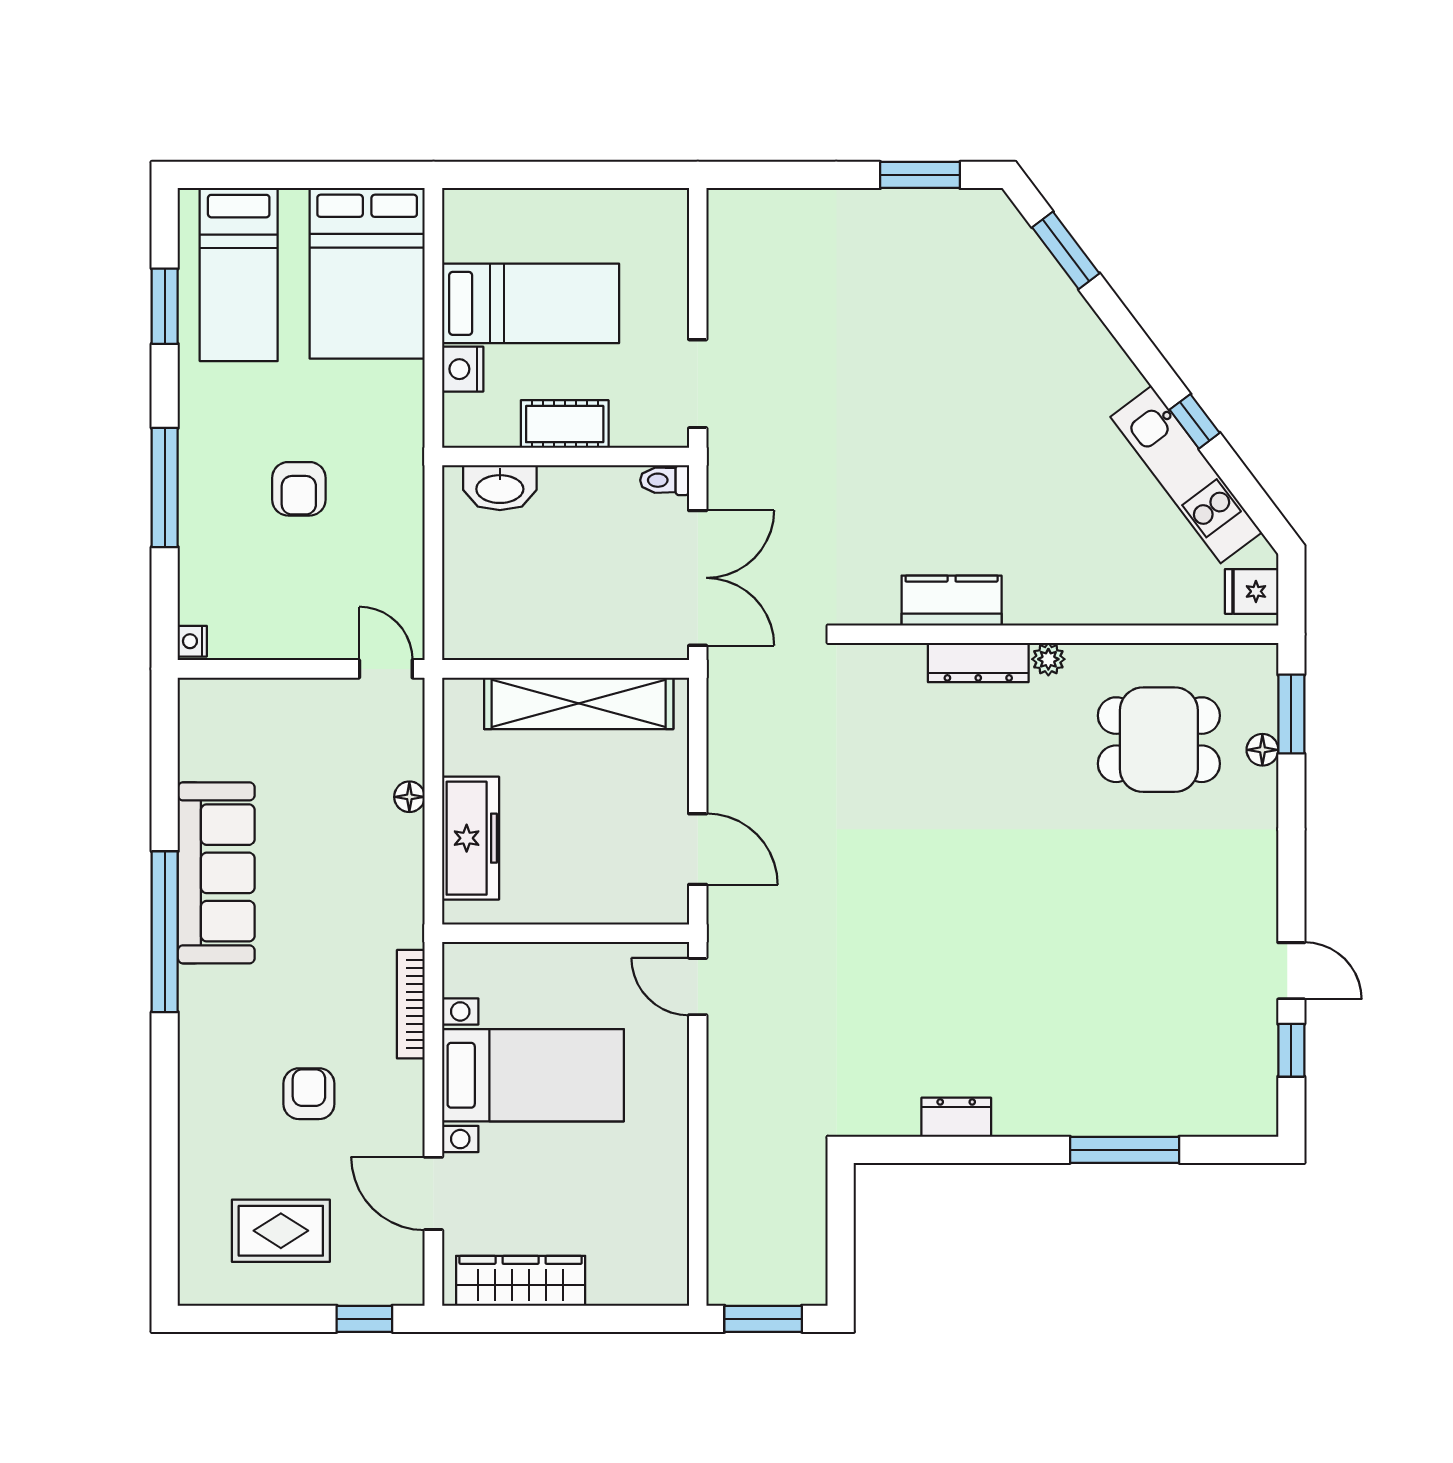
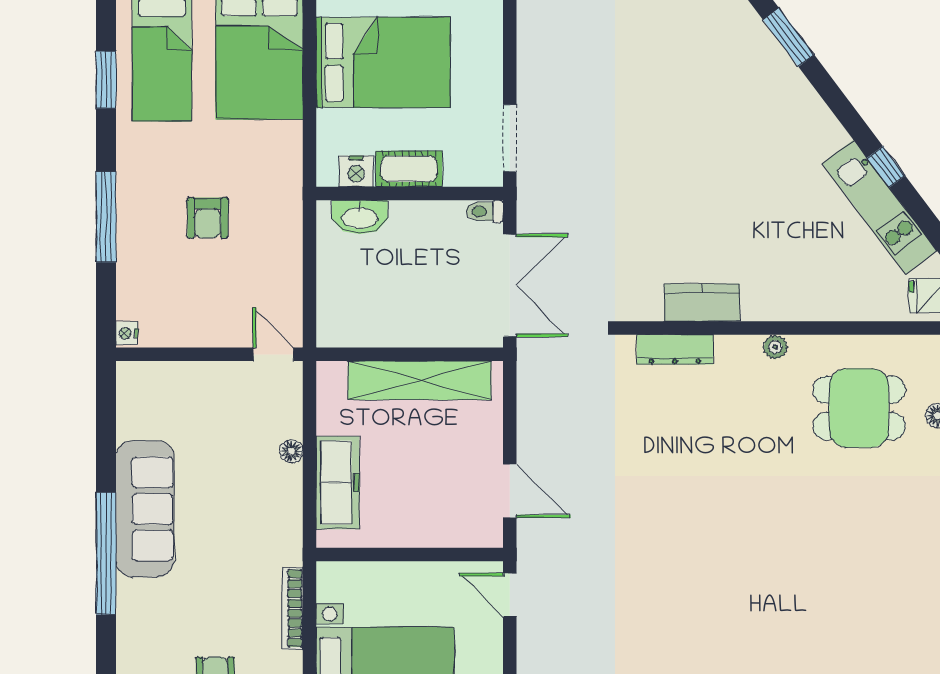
bed: (531, 303) -> (383, 62), width x1.50
nightstand: (463, 369) -> (356, 171), moved, turned -90
dresser: (978, 663) -> (675, 350), moved

